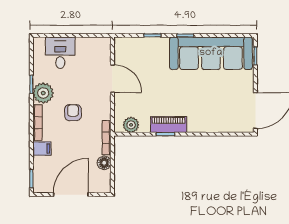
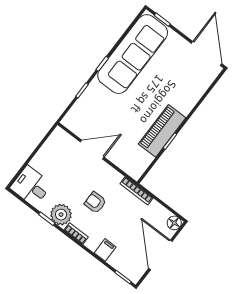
desk: (60, 53) -> (31, 186), moved
bookcase: (37, 123) -> (76, 233), width x0.64
plant: (131, 125) -> (141, 163), removed
piano: (169, 125) -> (162, 131), width x1.37, depth x1.33
floor lamp: (104, 163) -> (174, 223), moved

